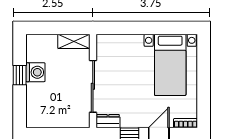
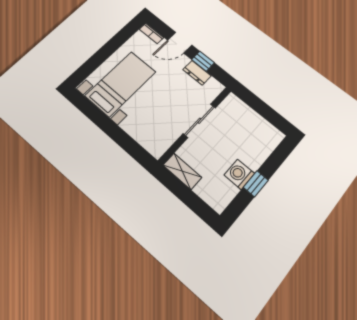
sliding door: (93, 86) -> (199, 121), width x0.73
dresser: (108, 121) -> (197, 73), moved

